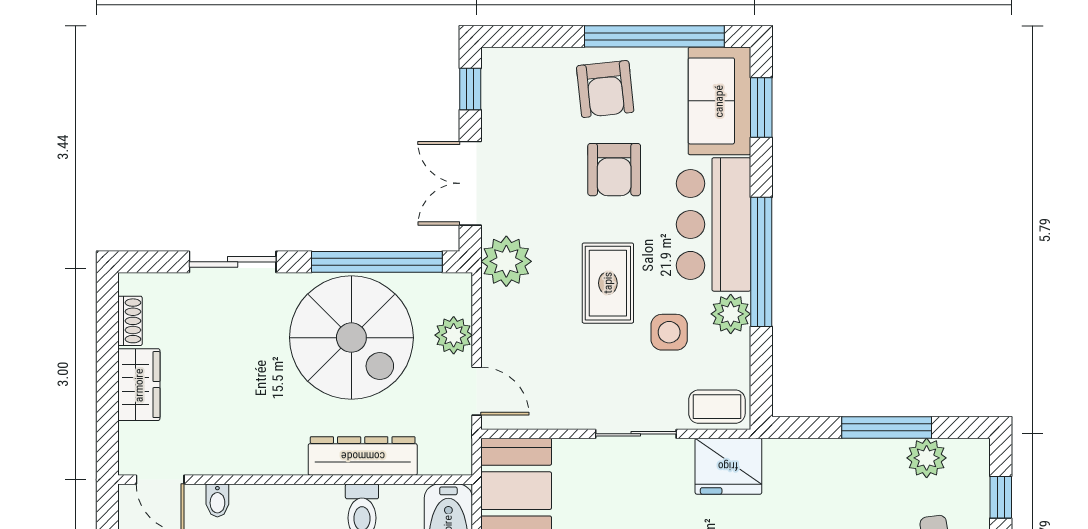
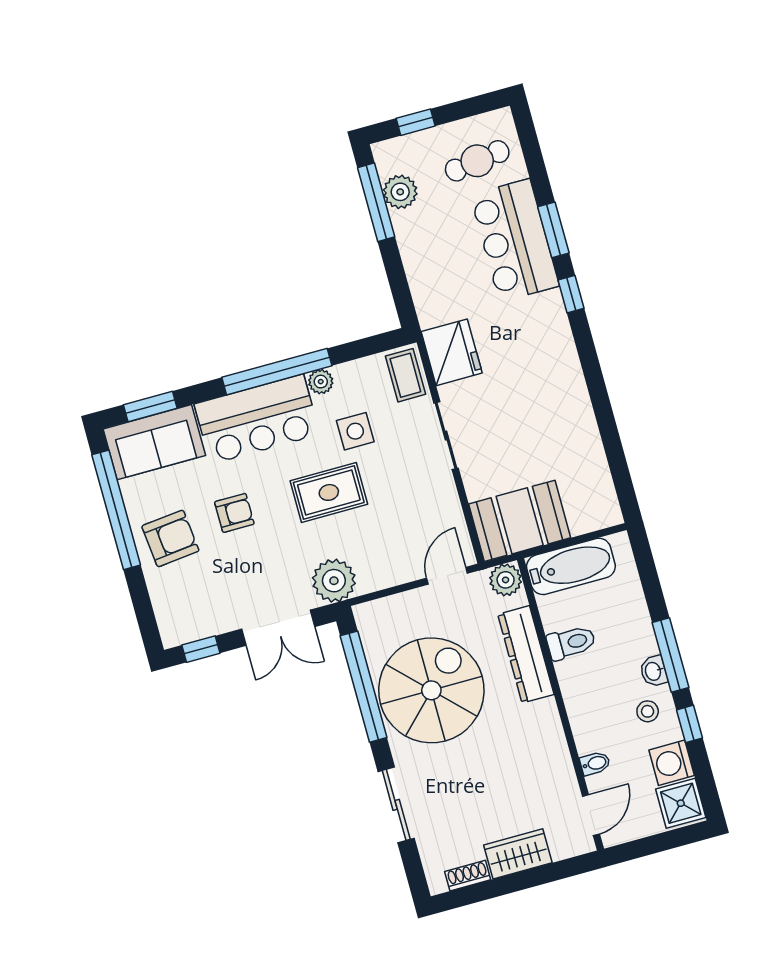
armchair: (614, 170) -> (234, 513), width x0.72, depth x0.72
plant: (731, 314) -> (321, 382), width x0.73, depth x0.73
plant: (454, 335) -> (506, 580), moved
window: (887, 427) -> (376, 202), moved

